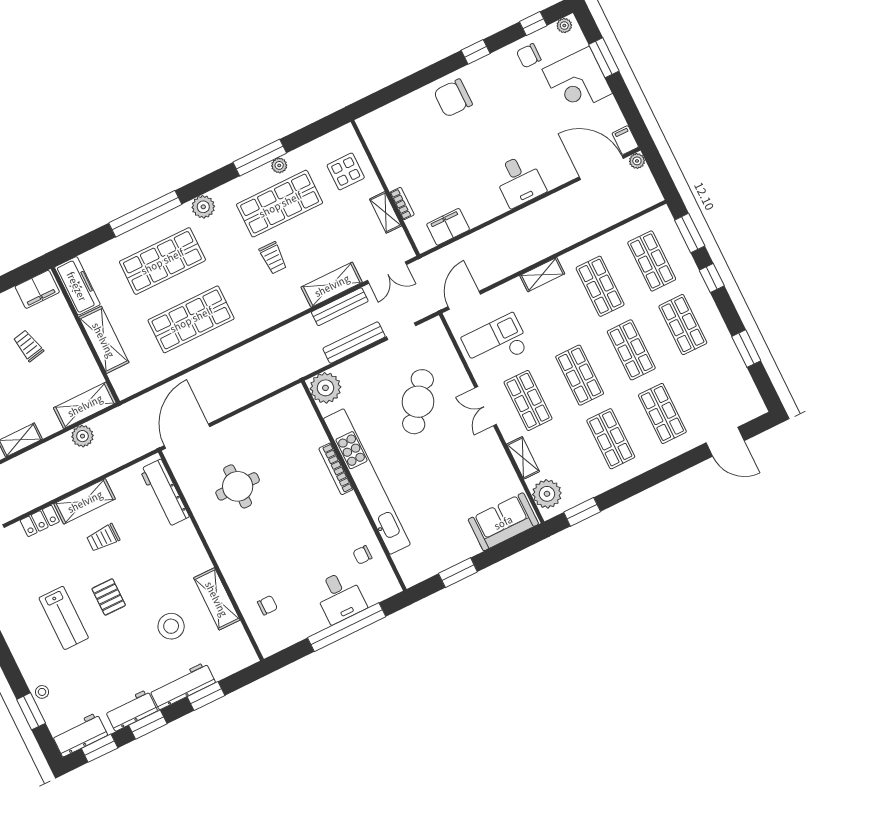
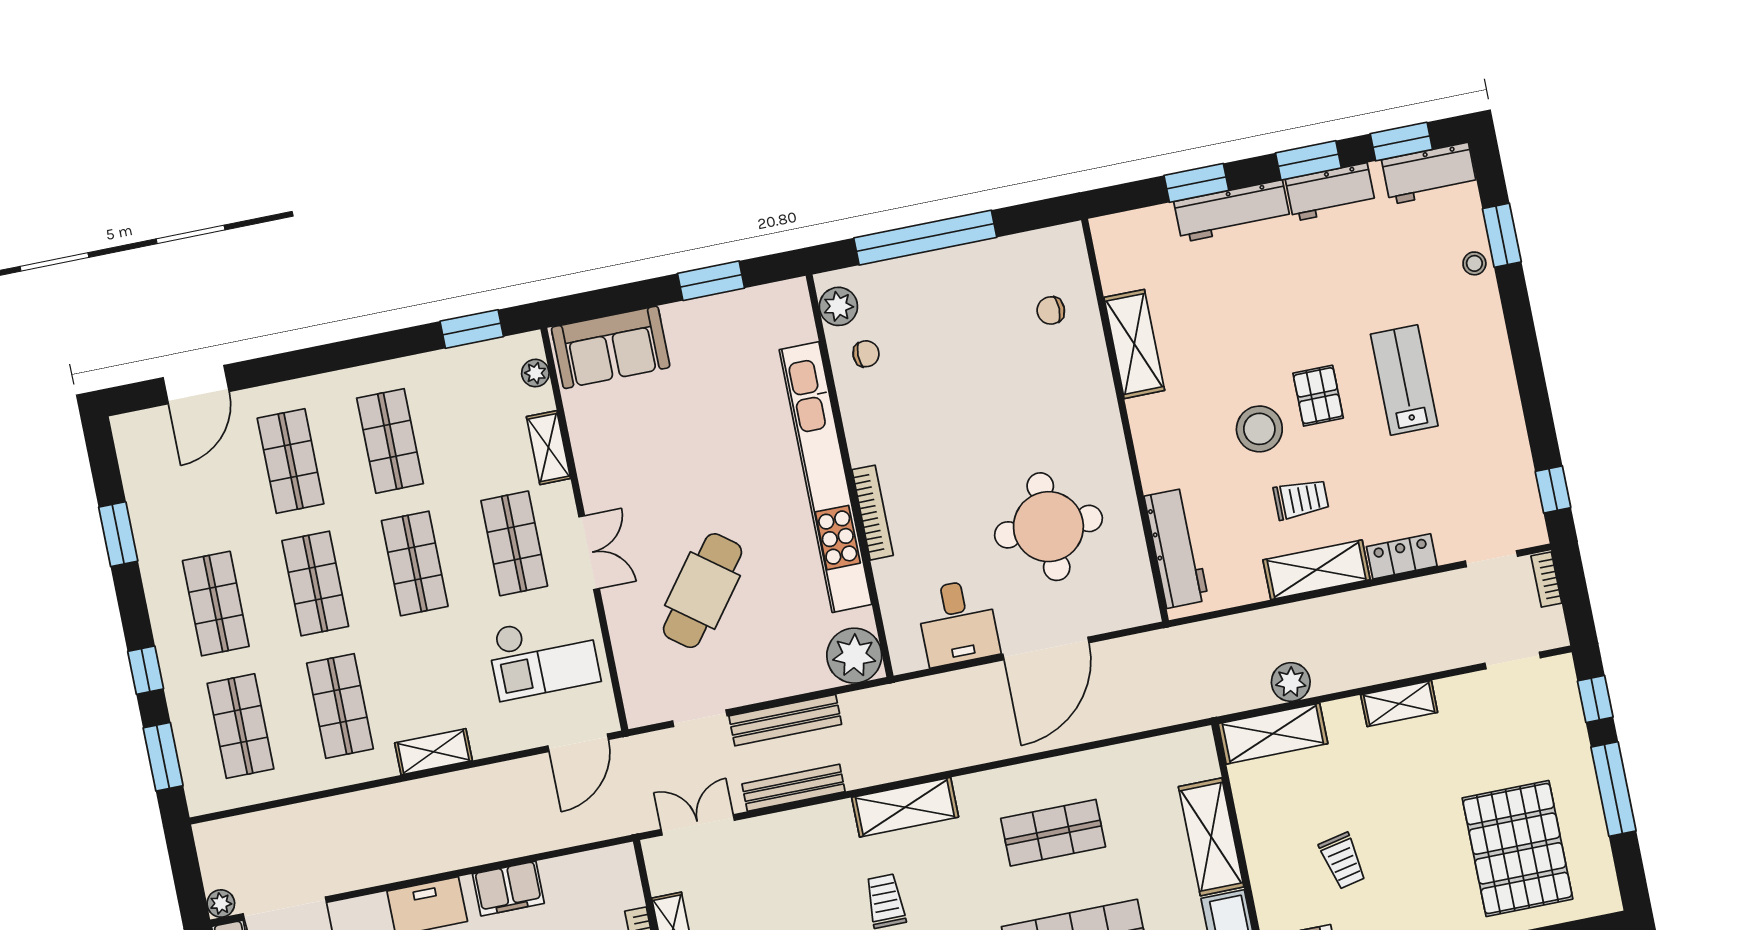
filing cabinet: (448, 227) -> (508, 889), moved
shelving: (332, 285) -> (905, 807), moved
shop shelf: (191, 319) -> (1053, 833), width x0.70, depth x0.74
door: (187, 436) -> (1046, 649), moved
door: (725, 442) -> (196, 385), swing flipped
round table: (238, 486) -> (1048, 527), width x1.36, depth x1.36
plant: (547, 494) -> (535, 373), width x0.53, depth x0.53
plant: (384, 577) -> (838, 306), added
desk: (340, 597) -> (958, 623), moved, turned 180
stool: (171, 626) -> (1259, 429), moved

